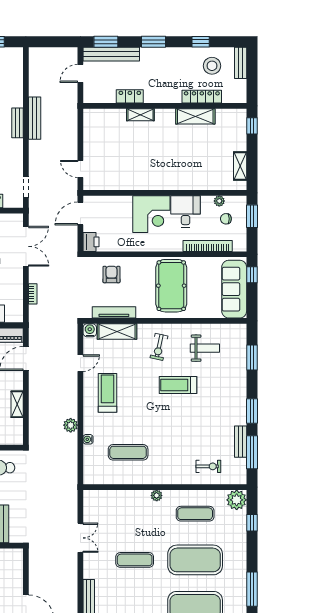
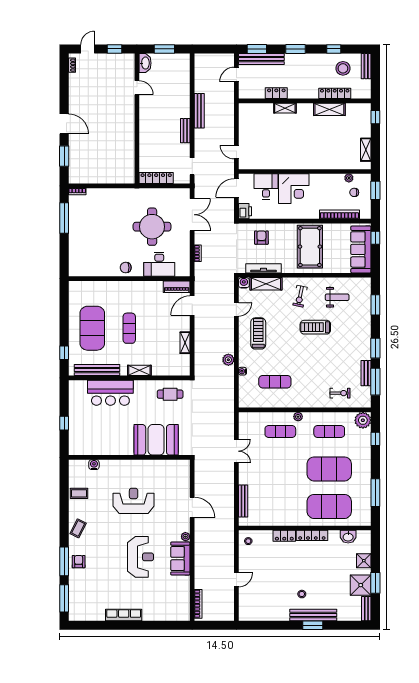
bench: (18, 123) -> (185, 131), moved
desk: (186, 211) -> (266, 186), moved
exercise mat: (135, 560) -> (280, 431), moved

